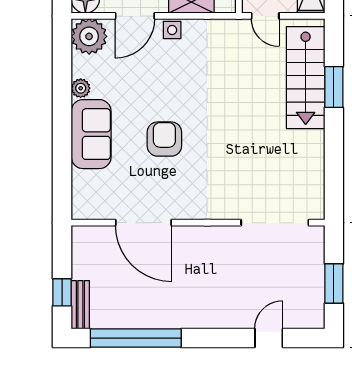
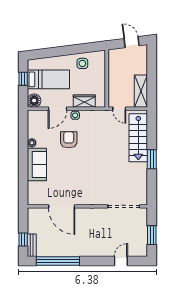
plant: (89, 36) -> (36, 118), removed
window: (334, 87) -> (152, 159), moved
armchair: (164, 139) -> (69, 140), moved

